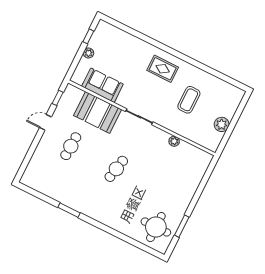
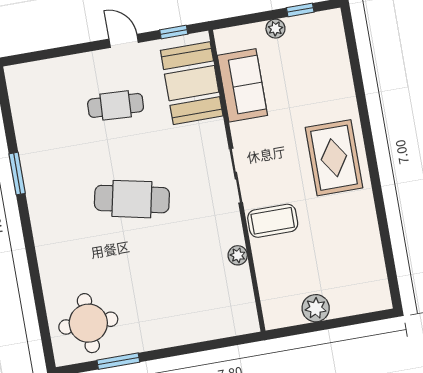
rug: (163, 69) -> (334, 158), width x1.36, depth x1.43
coffee table: (189, 100) -> (273, 221), moved
booth: (98, 112) -> (192, 83), moved
cafe table: (116, 169) -> (132, 199), width x1.37, depth x1.35

